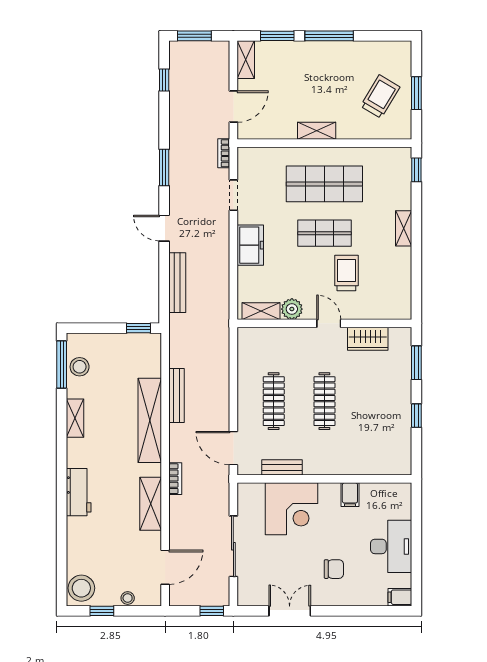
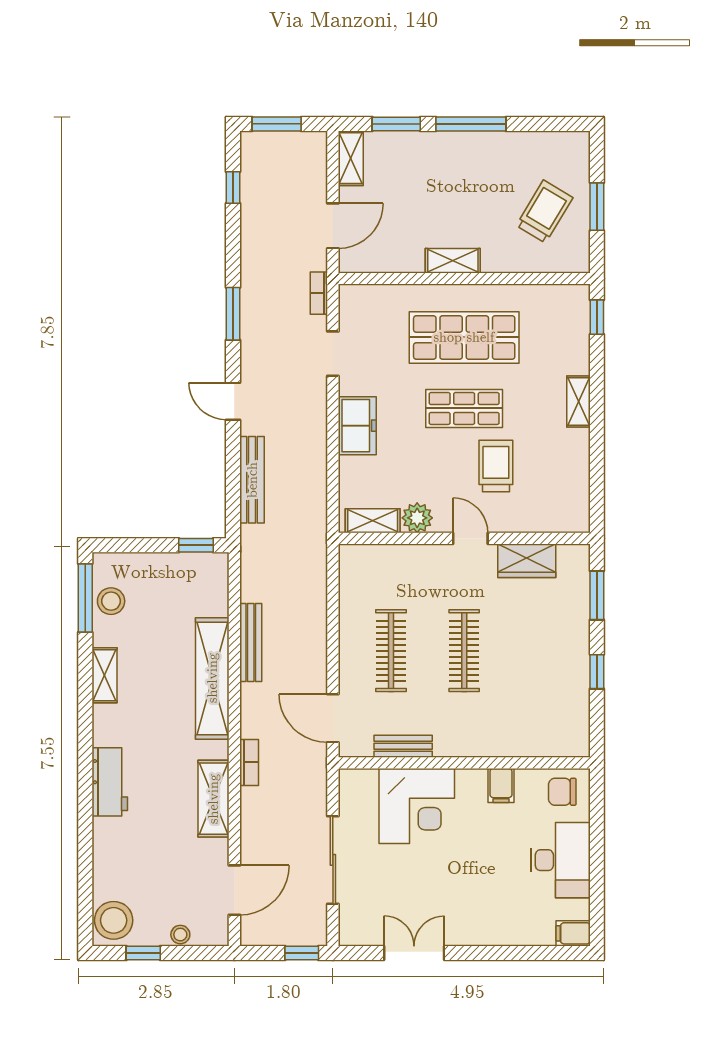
chair: (334, 569) -> (562, 792), moved, turned 180

